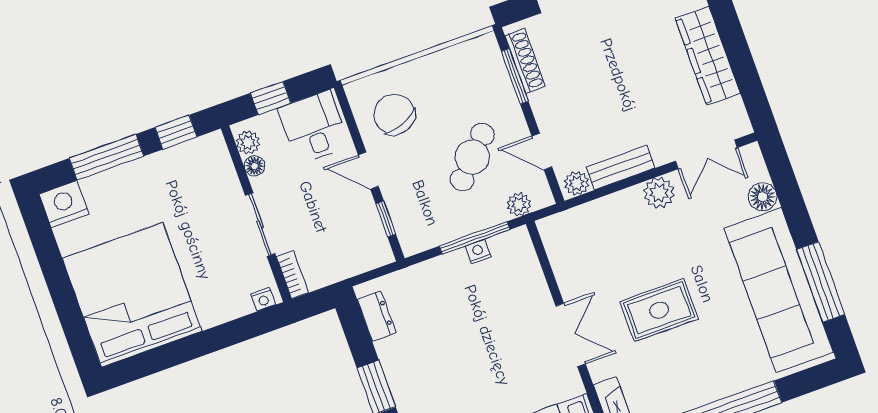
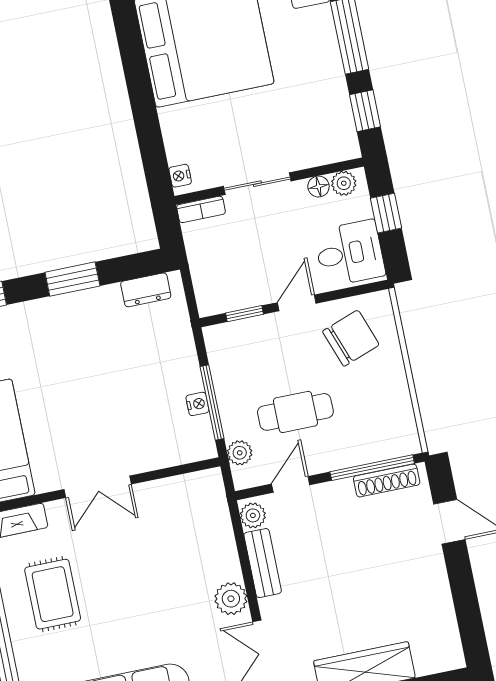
window: (515, 76) -> (372, 468), width x1.44
cafe table: (472, 157) -> (295, 412), turned -44
rug: (659, 310) -> (53, 594), moved

